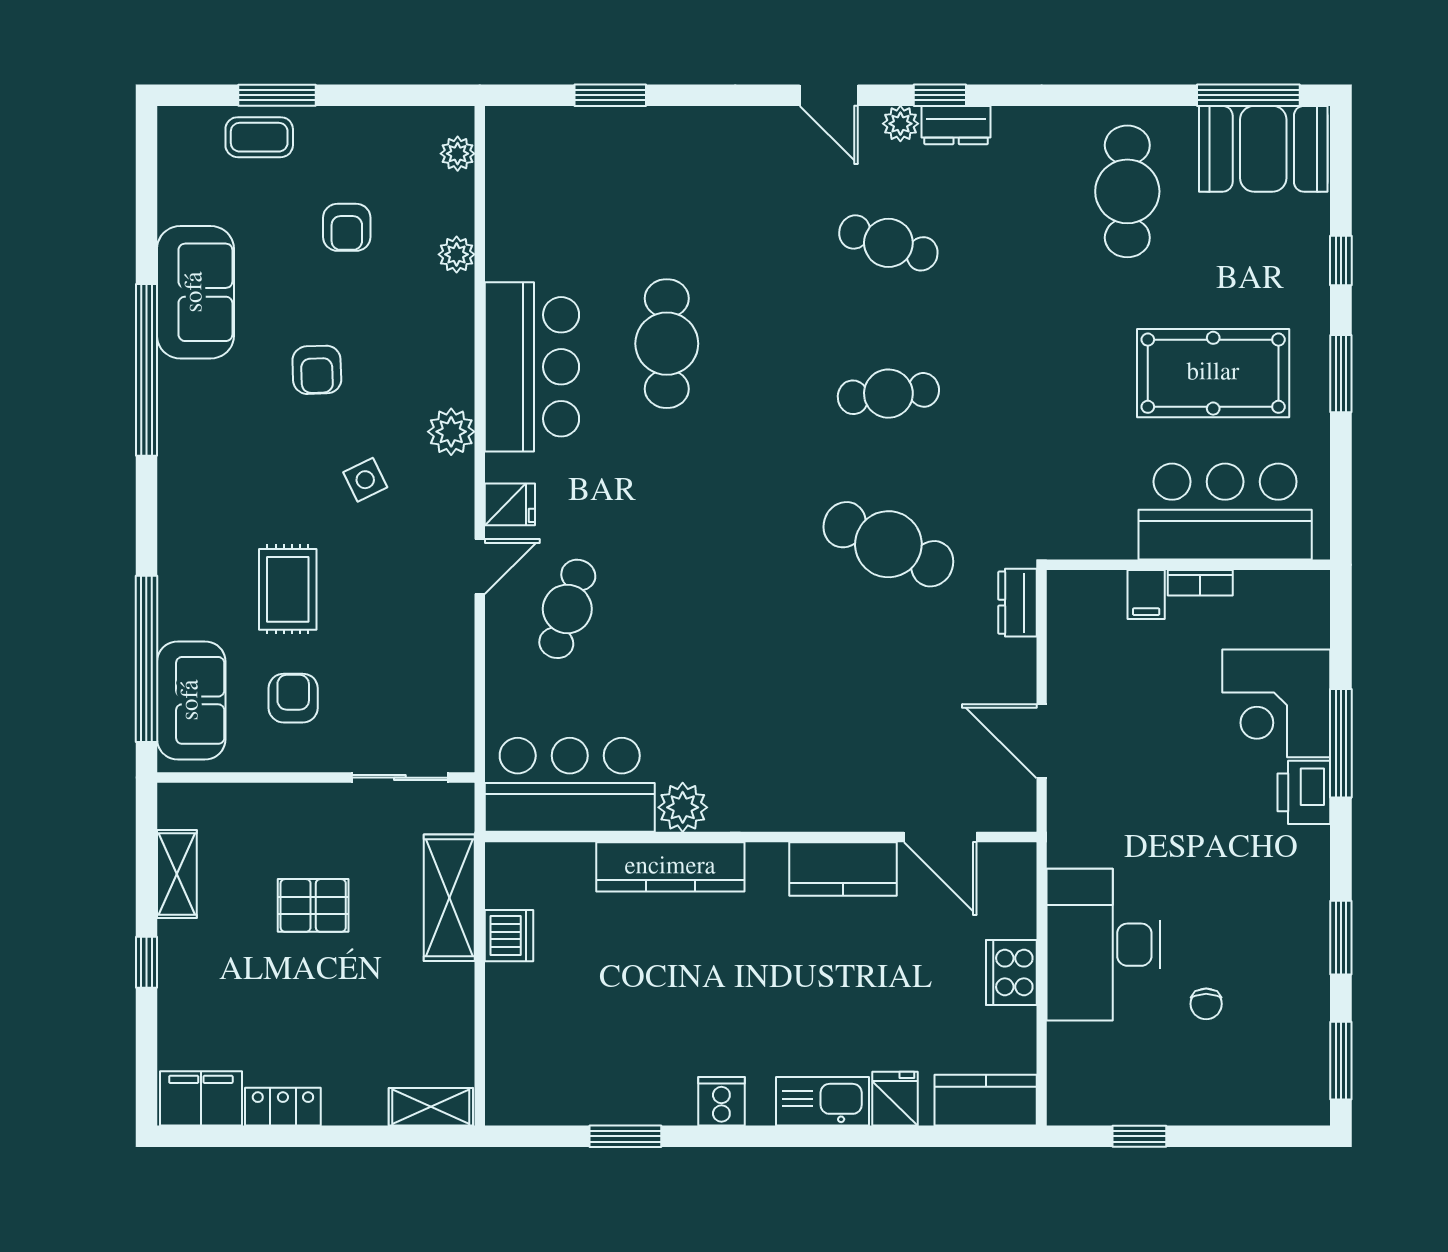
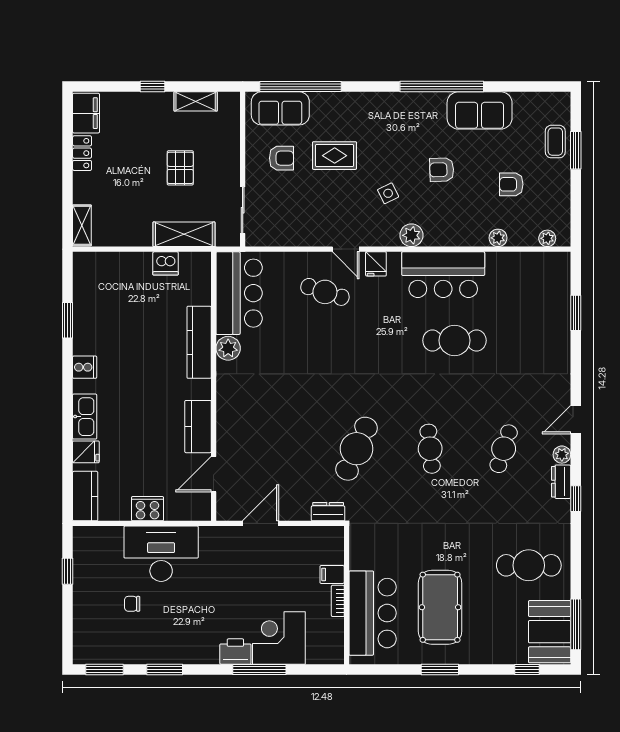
window: (940, 95) -> (576, 499), moved
window: (1341, 261) -> (527, 670), moved

